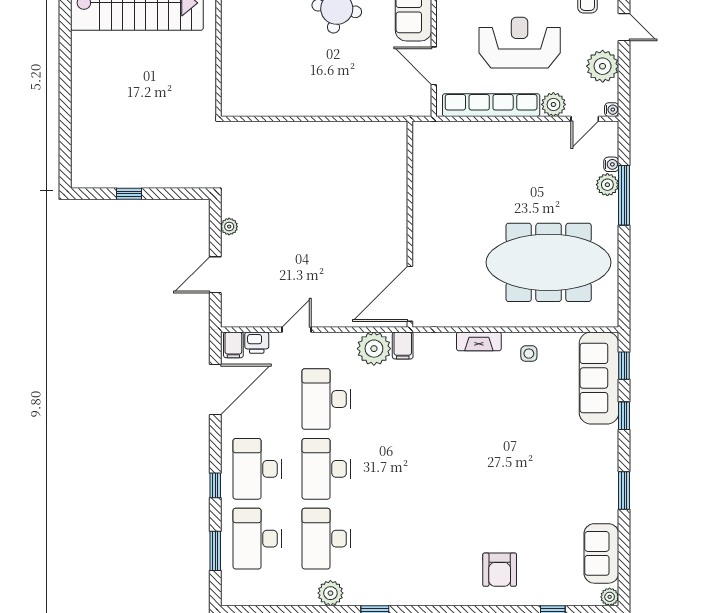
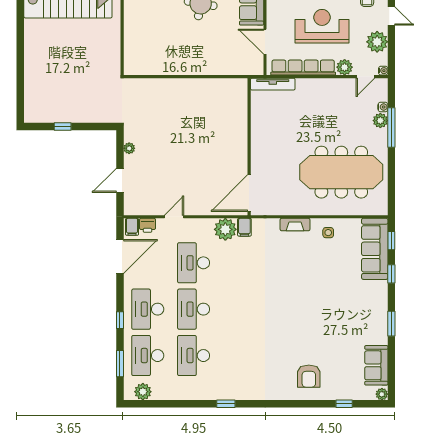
tv unit: (445, 130) -> (273, 84), added
plant: (330, 593) -> (143, 392), moved

